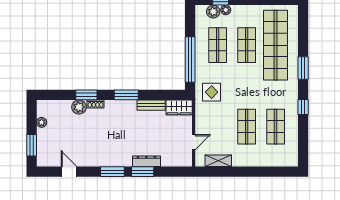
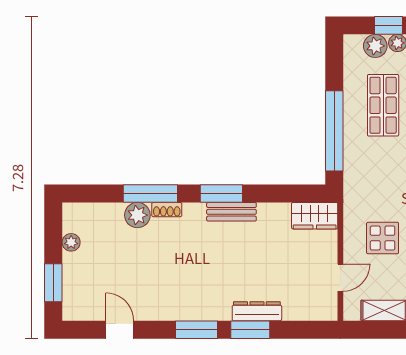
display table: (212, 92) -> (383, 238), moved
window: (86, 95) -> (150, 193), width x1.44
bench: (151, 105) -> (231, 212), moved

